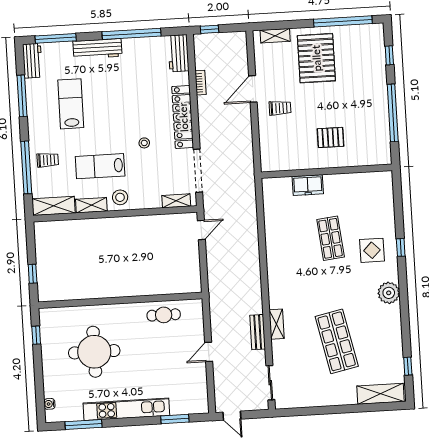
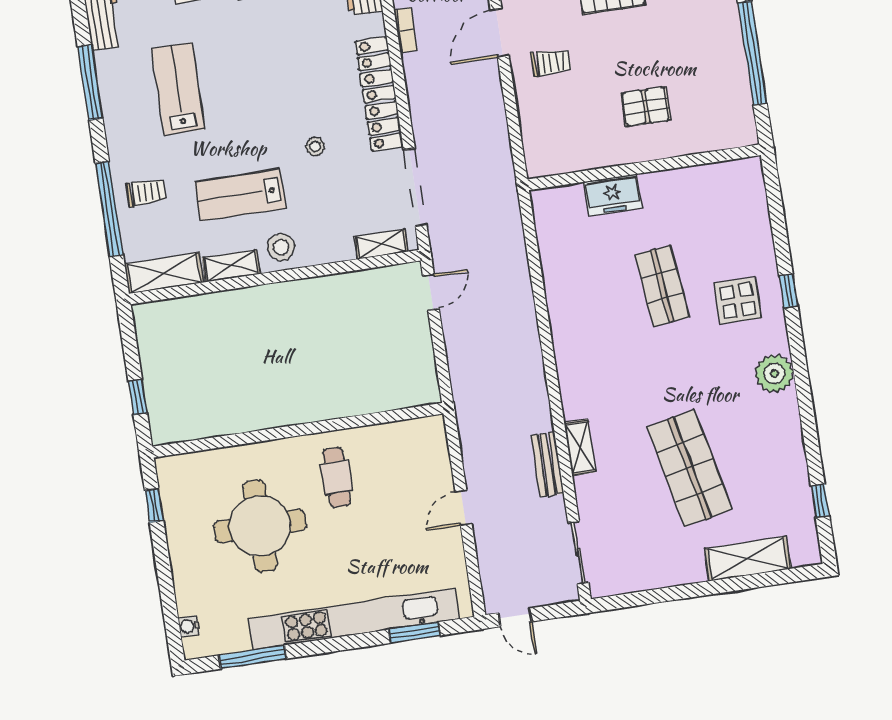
cafe table: (164, 315) -> (336, 477), moved, turned 90
shelving: (381, 394) -> (748, 559), moved
kitchen unit: (126, 409) -> (354, 619), width x1.36

